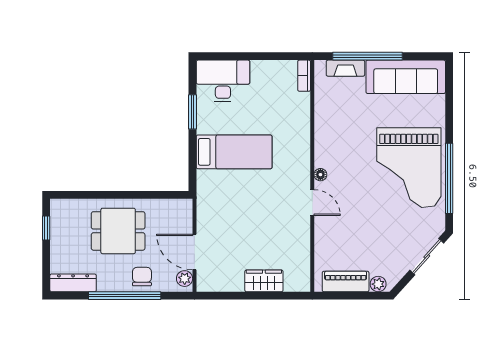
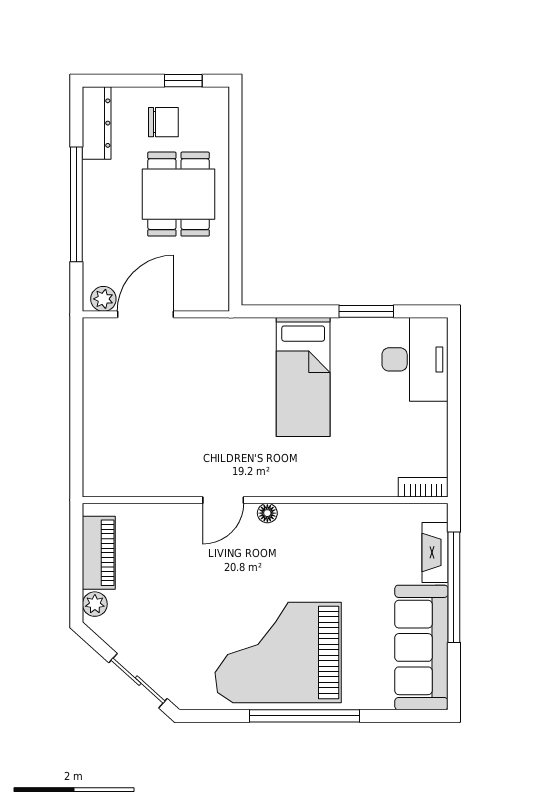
window: (449, 178) -> (305, 716), moved
chair: (142, 277) -> (163, 122), moved
wardrobe: (264, 281) -> (100, 424), removed

